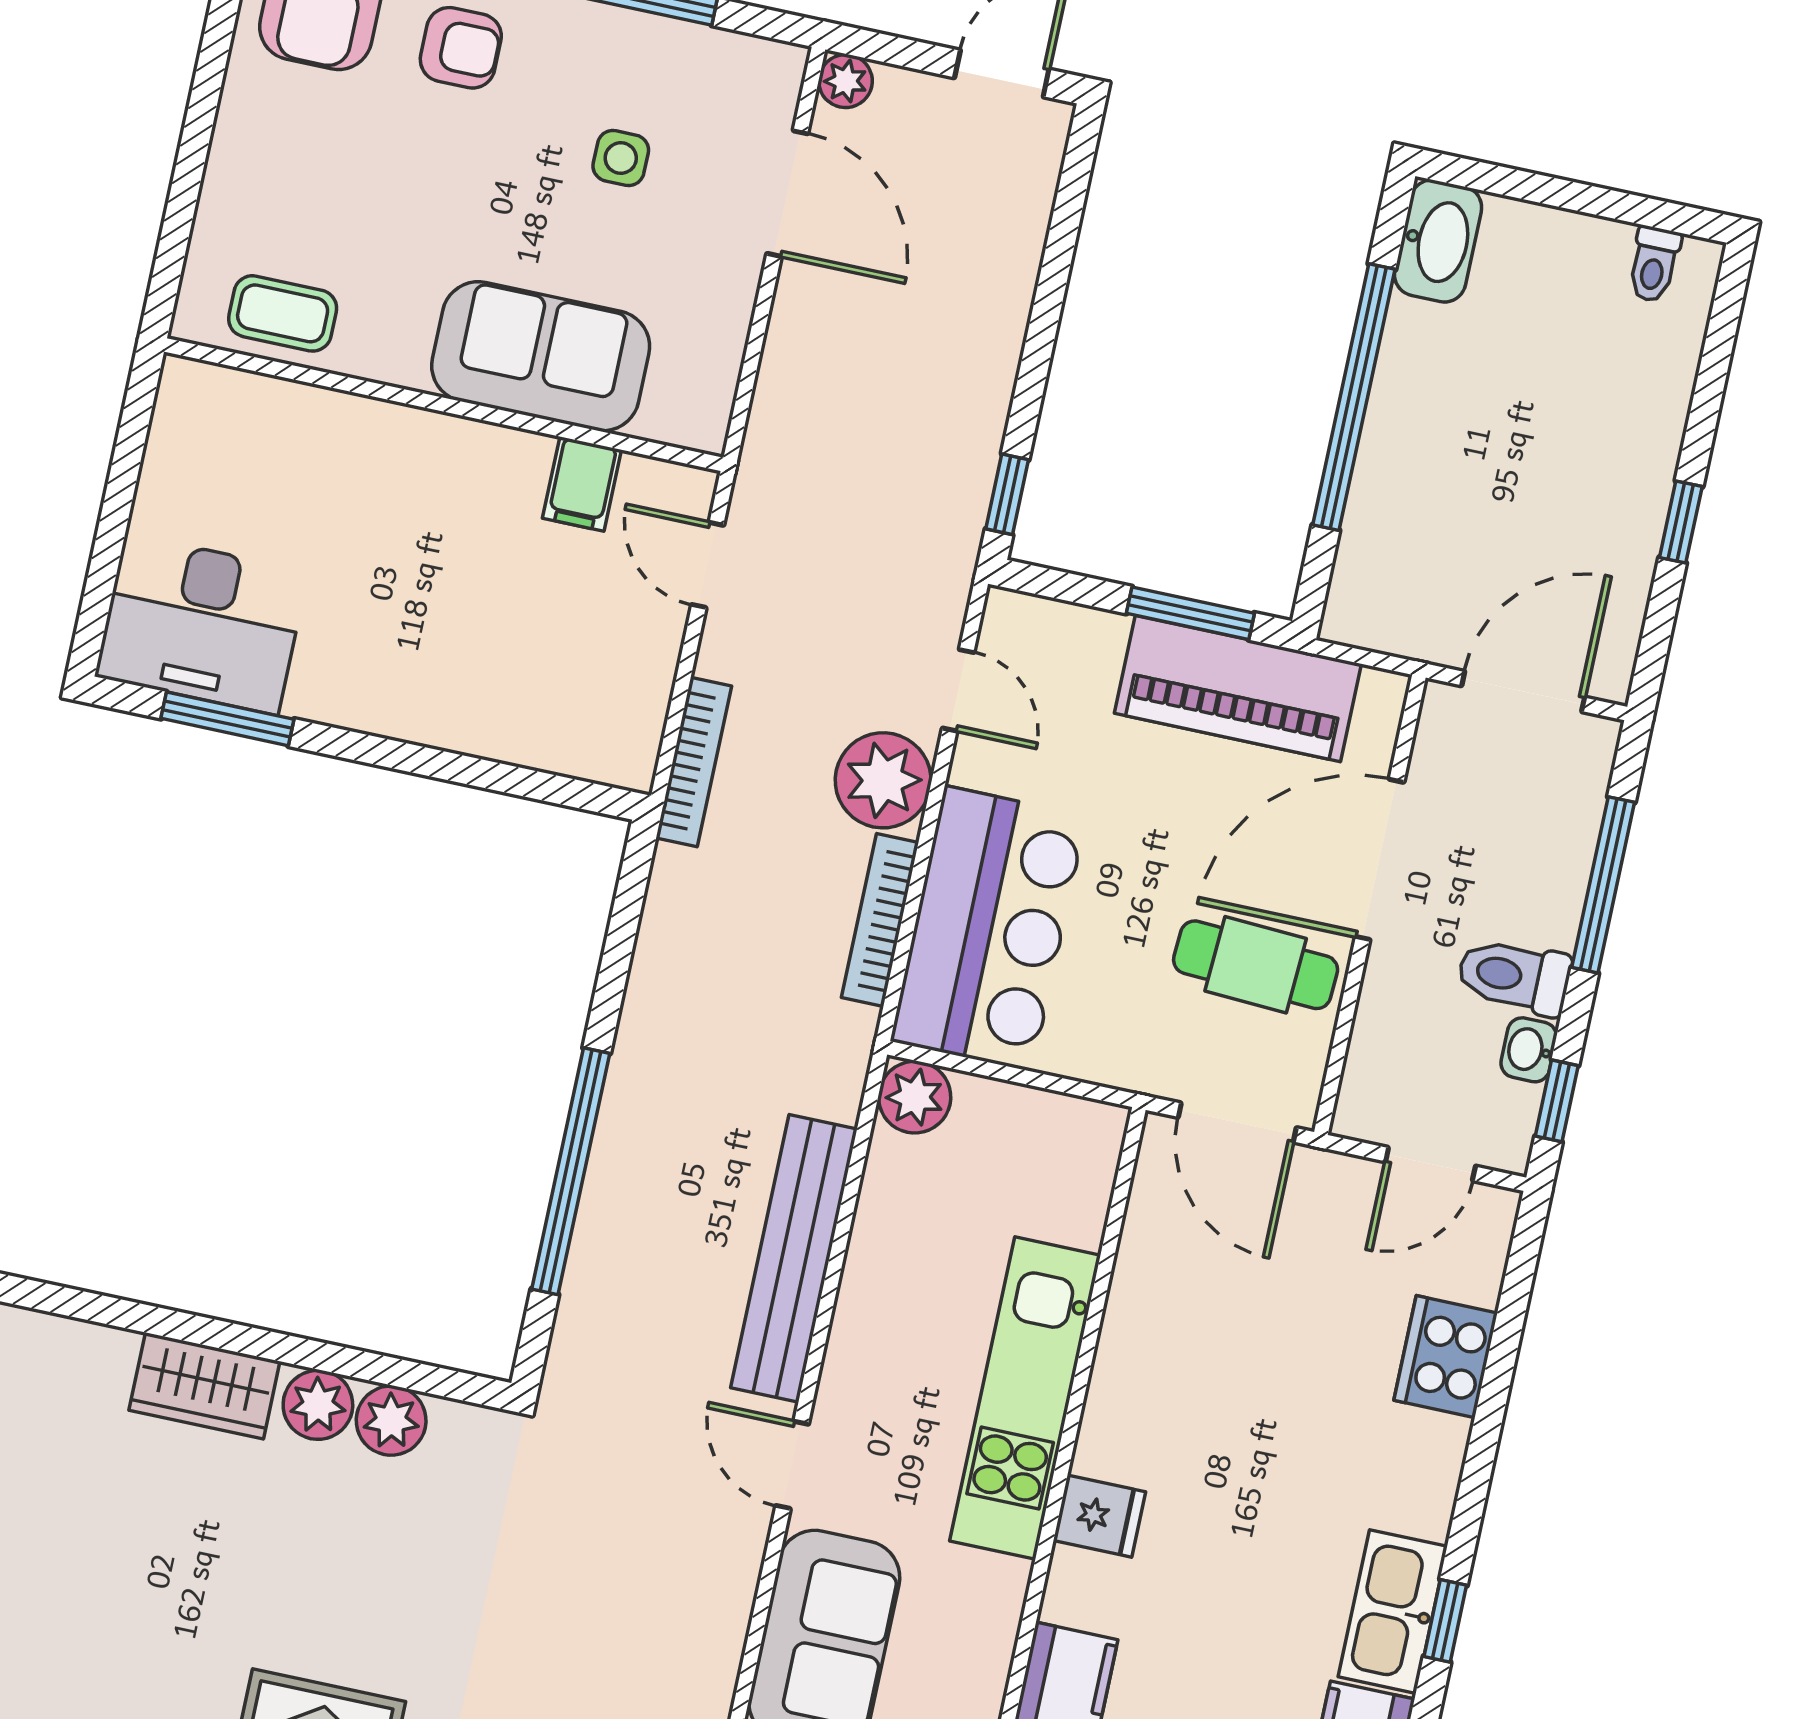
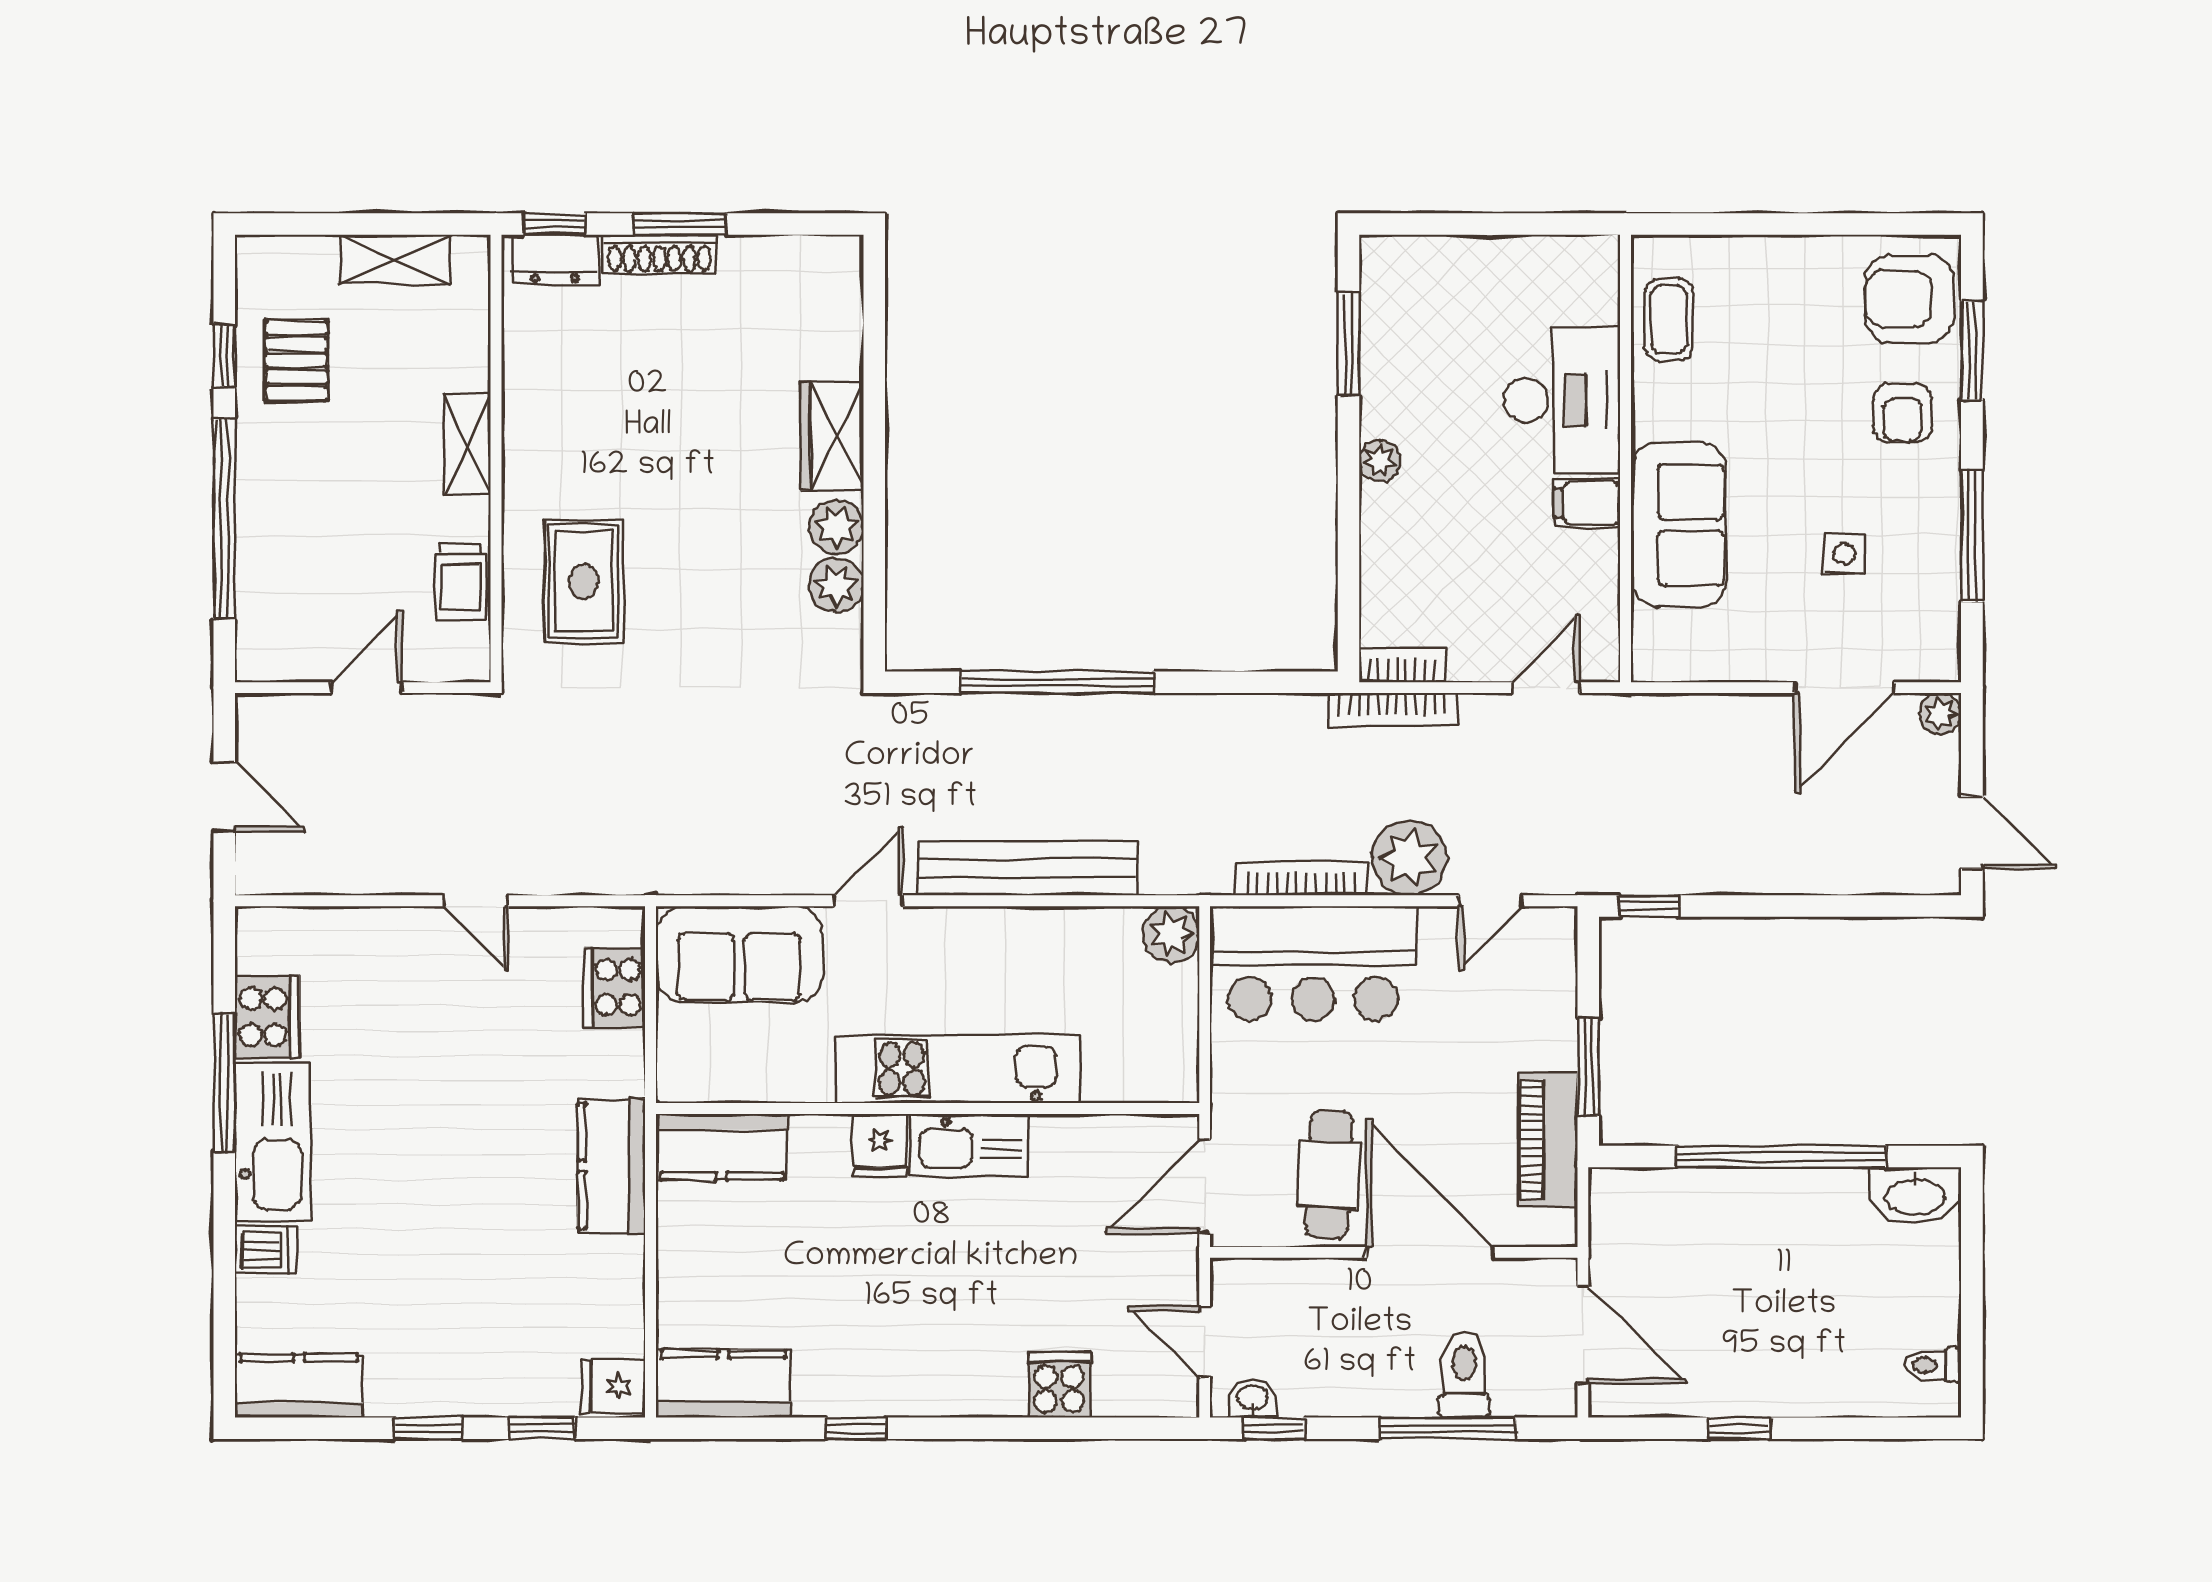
filing cabinet: (582, 484) -> (1587, 503), moved
desk: (202, 624) -> (1562, 400), moved, turned 180
piano: (1238, 689) -> (1548, 1140), width x0.73, depth x0.75
plant: (381, 711) -> (1380, 461), added
bookcase: (641, 738) -> (1402, 665), added
toilet: (1514, 976) -> (1464, 1375), moved
washbasin: (1529, 1050) -> (1252, 1398), moved
cooker: (1446, 1357) -> (1059, 1385), width x0.73
kitchen sink: (1393, 1612) -> (969, 1145), moved, turned 180

